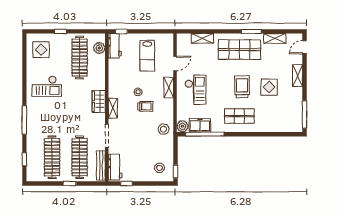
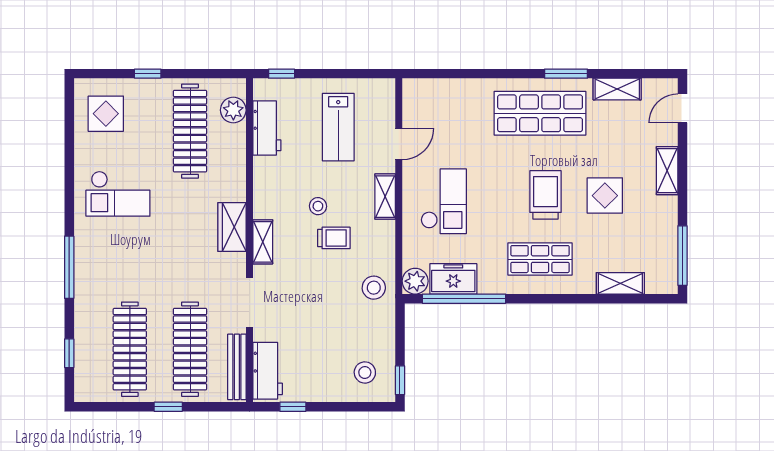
shelving: (202, 38) -> (620, 283), moved
workbench: (115, 46) -> (267, 128), moved

